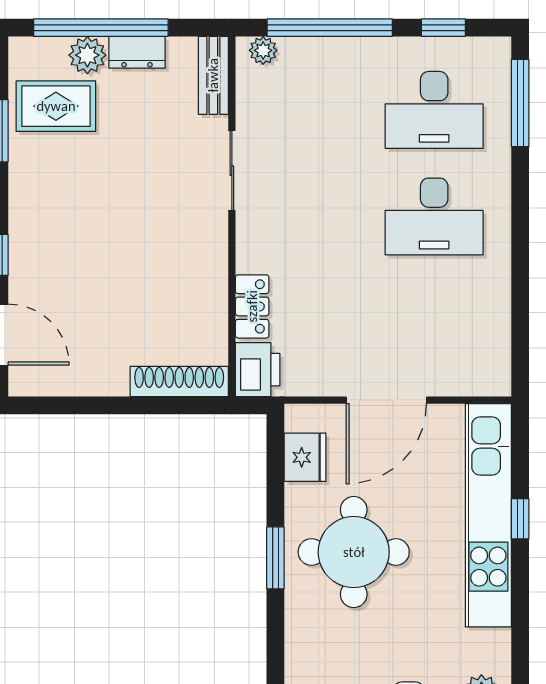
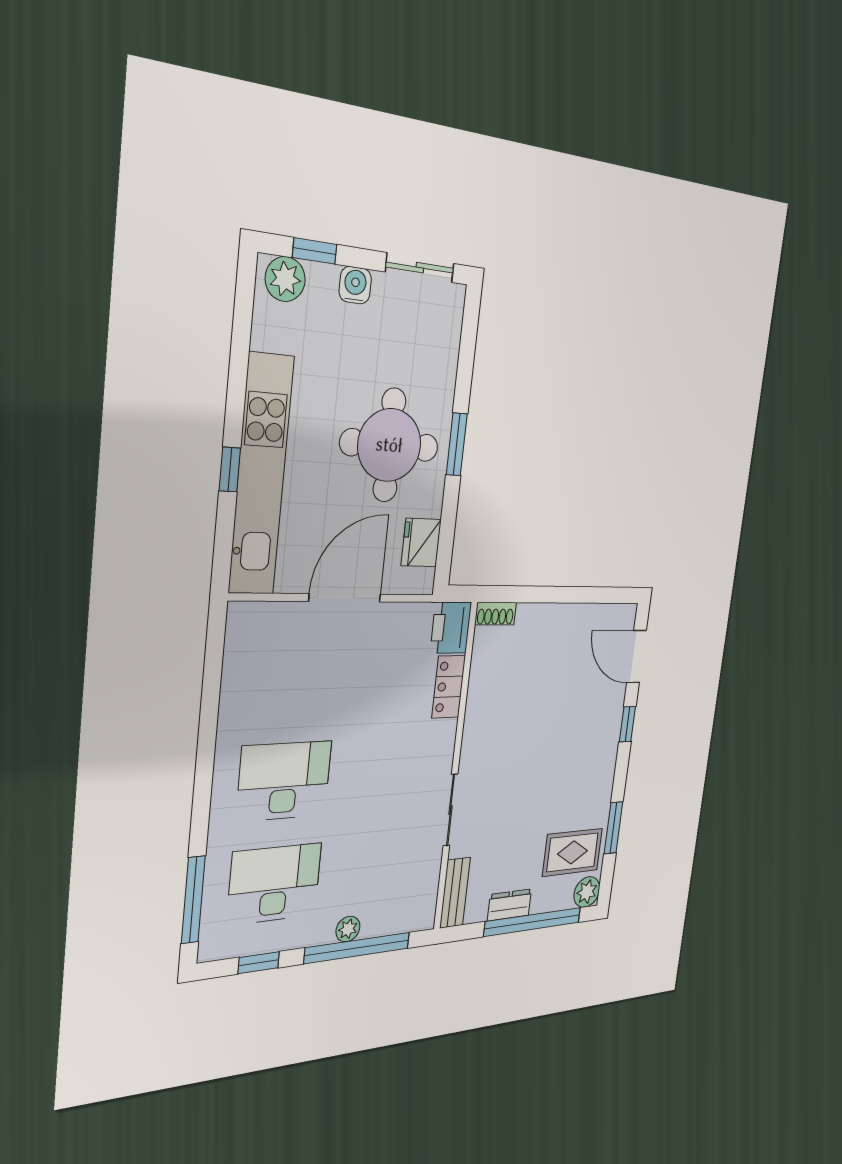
plant: (263, 50) -> (348, 929), moved
plant: (87, 55) -> (587, 892), moved
shoe rack: (179, 381) -> (496, 614), width x0.51, depth x0.81

